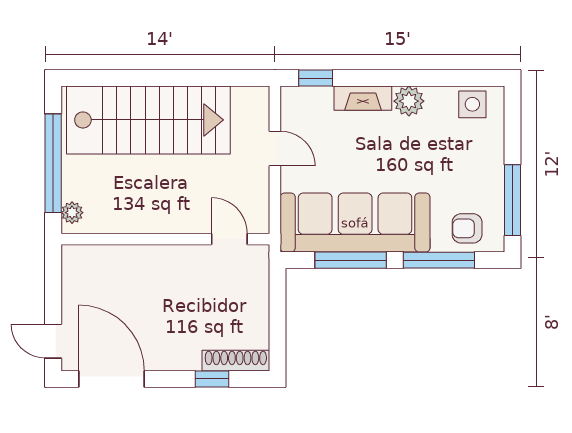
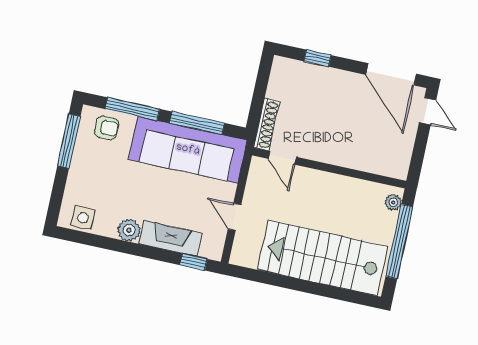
fireplace: (363, 98) -> (170, 238), width x1.37, depth x1.32
shoe rack: (236, 361) -> (267, 124), moved, turned -90

